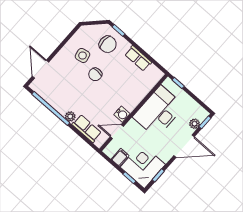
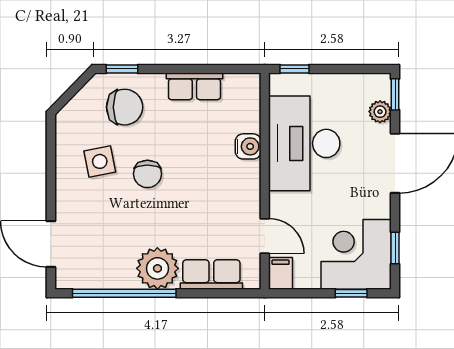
water cooler: (122, 114) -> (248, 146), moved
plant: (70, 116) -> (157, 268), width x1.88, depth x1.88
door: (117, 132) -> (265, 236), swing flipped
filing cabinet: (120, 157) -> (281, 273), moved

